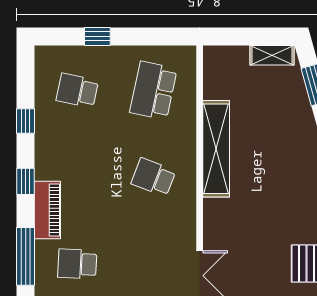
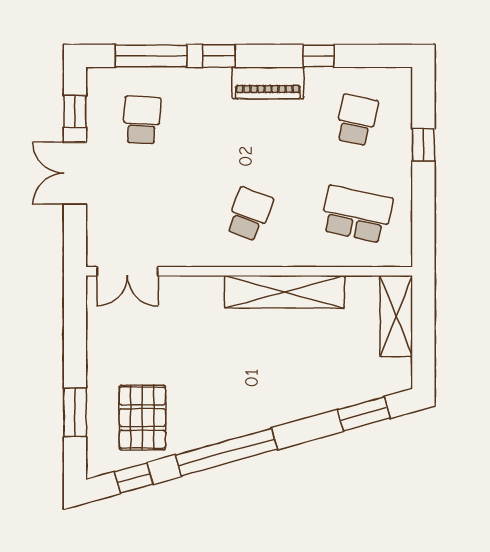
shelving: (272, 55) -> (396, 316), moved, width x1.50, depth x1.33
window: (26, 181) -> (219, 56), moved
piano: (47, 210) -> (268, 83), moved

